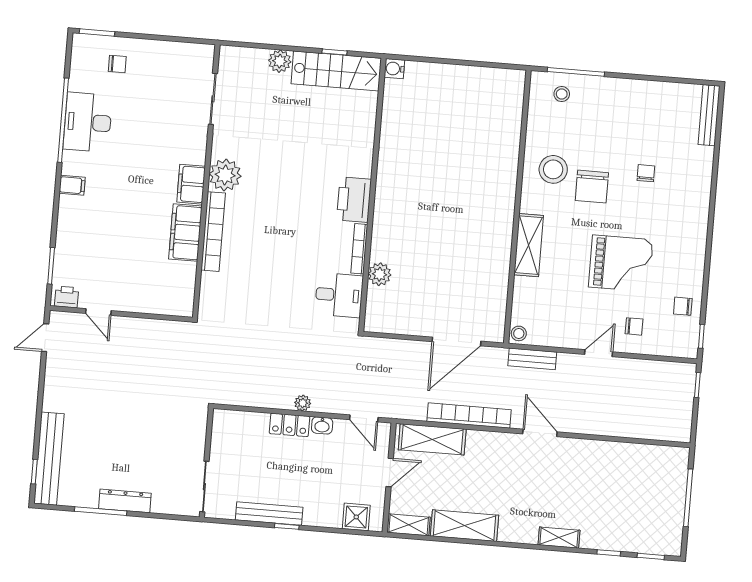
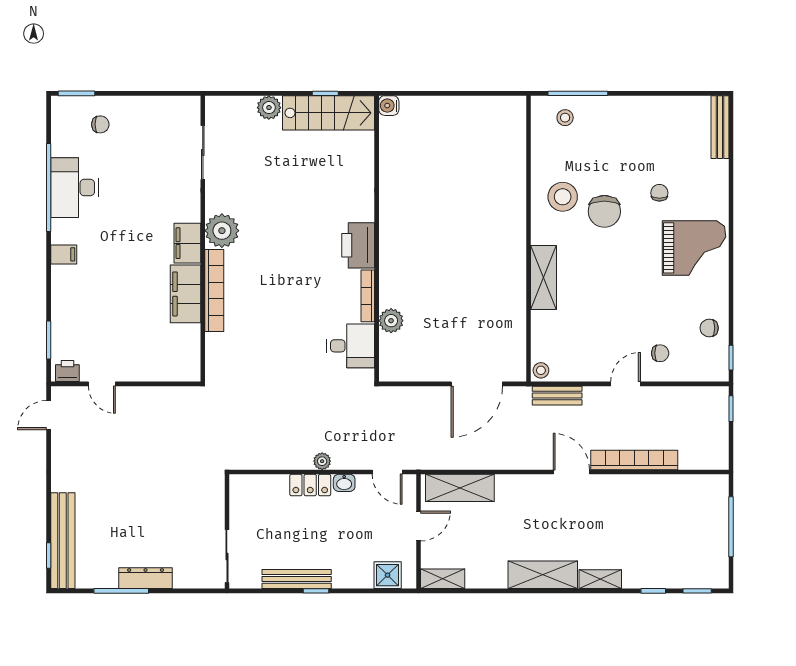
grand piano: (621, 263) -> (694, 248), moved
bookcase: (469, 416) -> (634, 460), moved
shelving: (464, 526) -> (543, 575), moved

